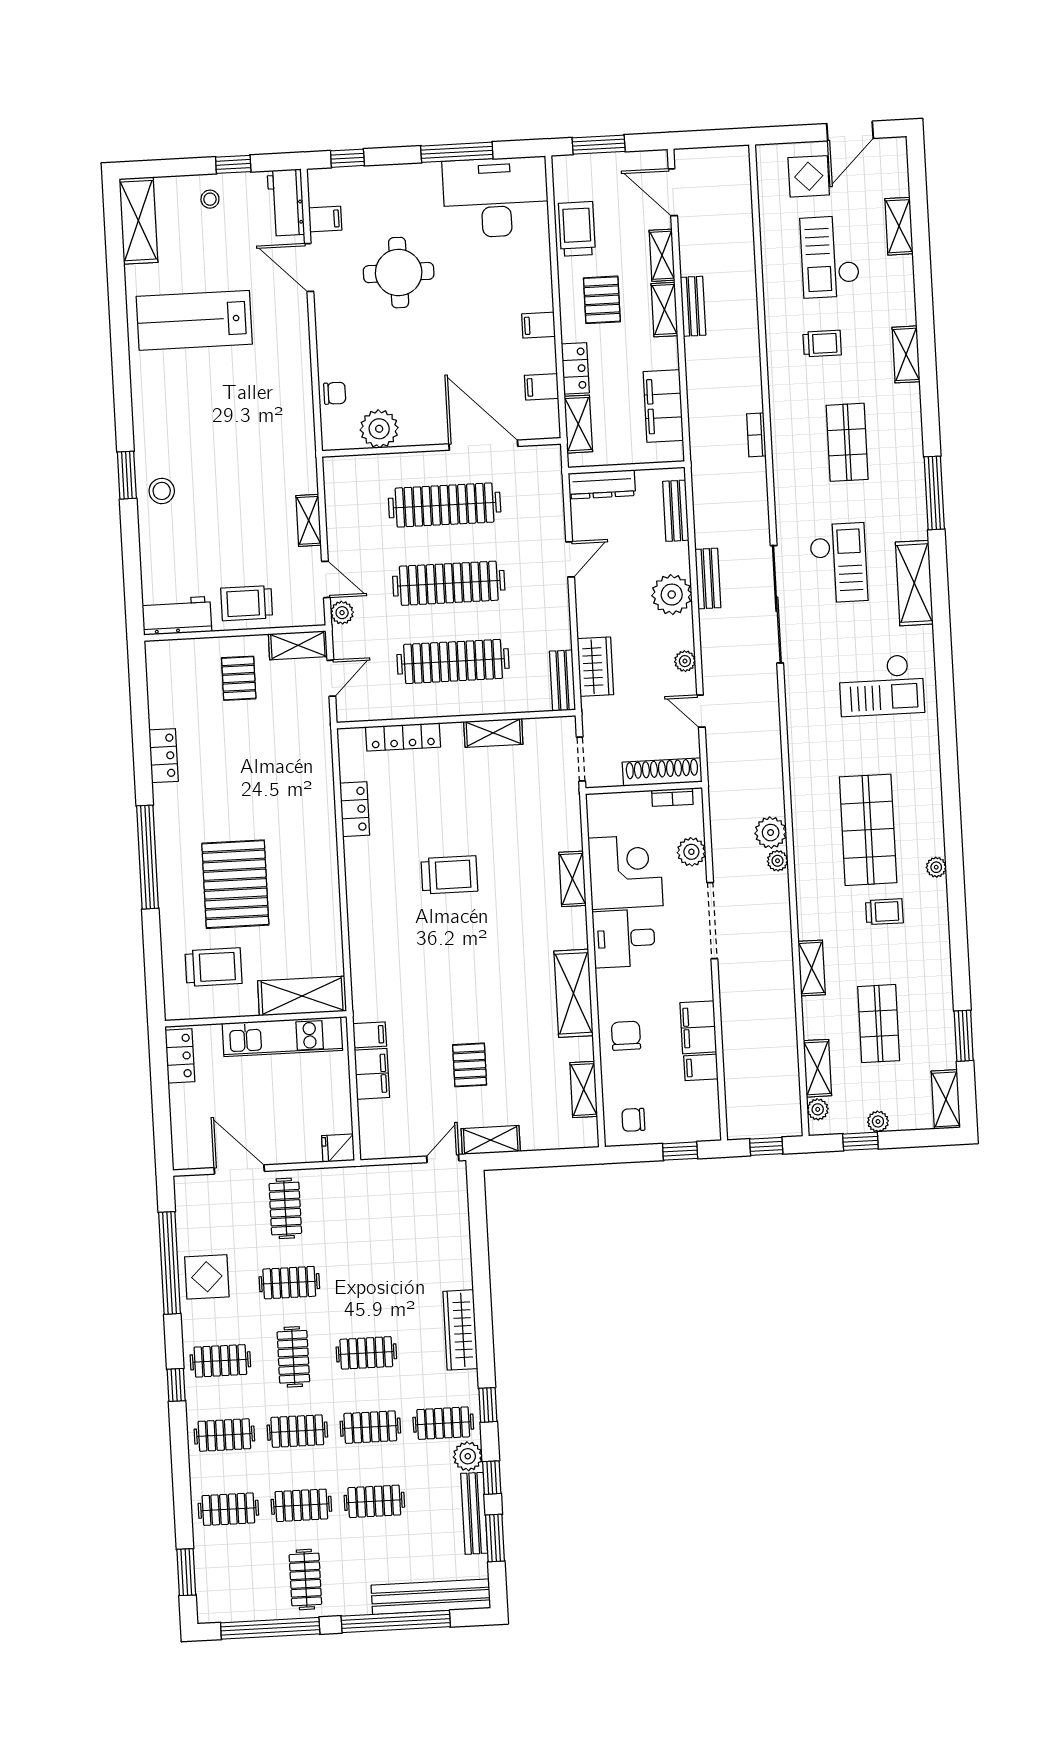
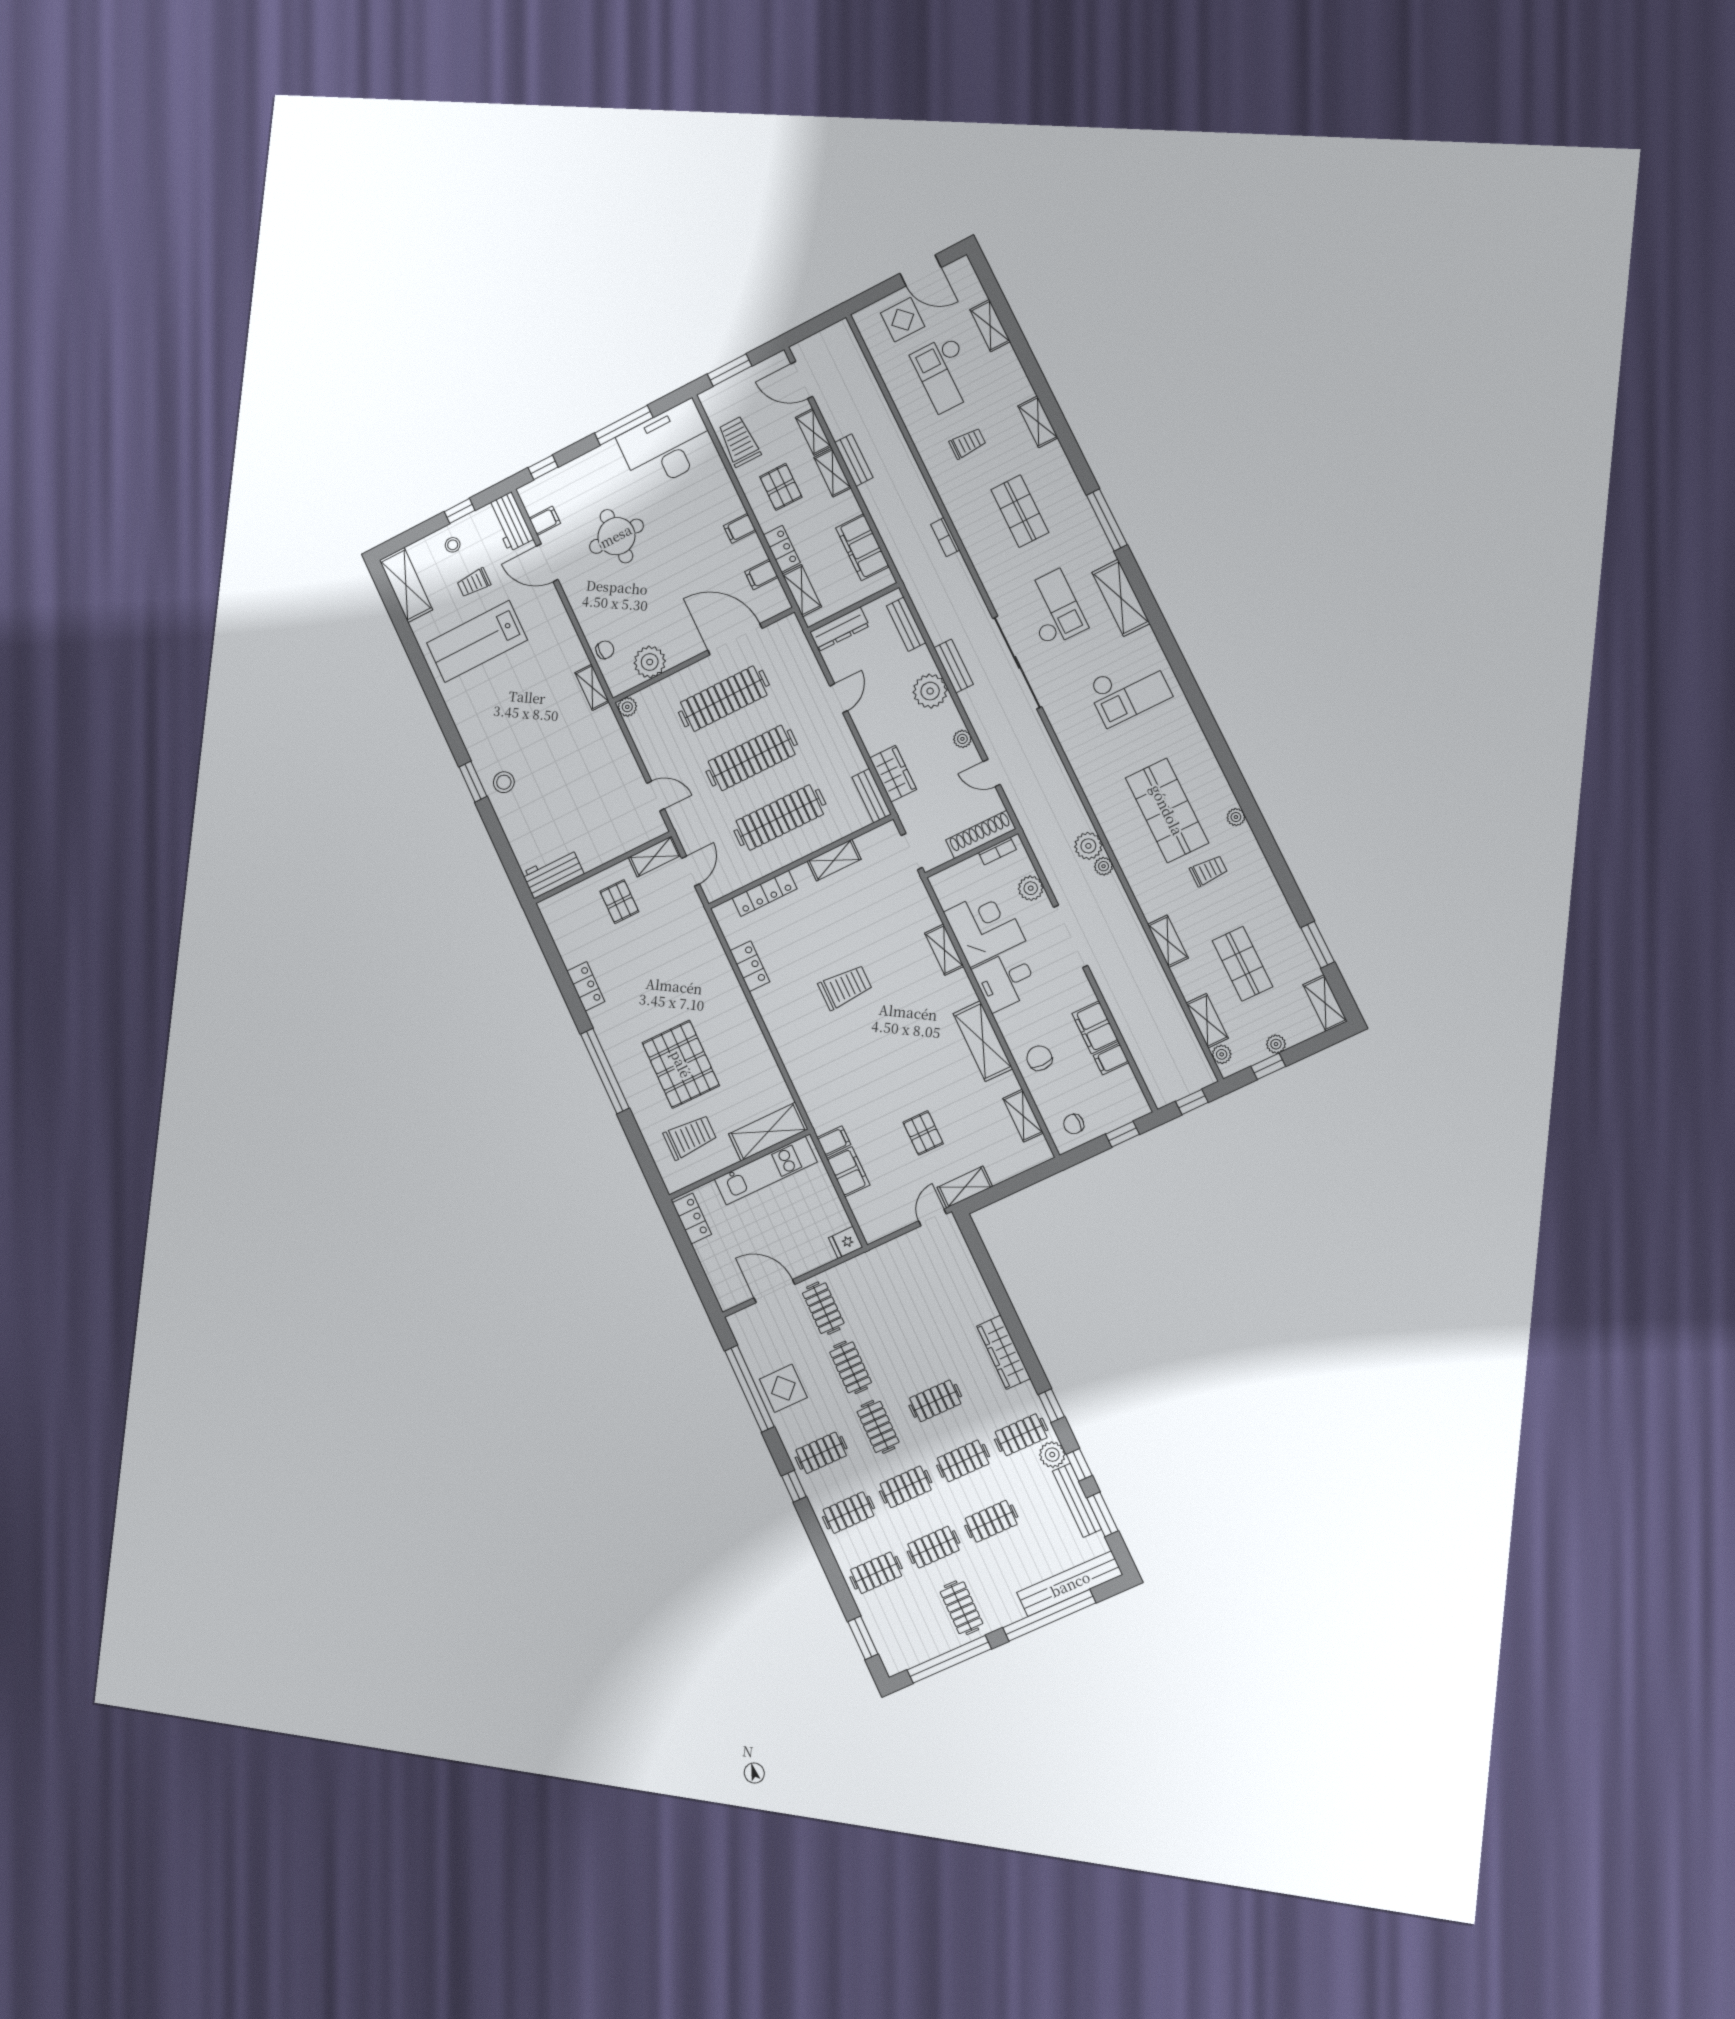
door: (850, 131) -> (920, 270), hinge flipped
shelving: (309, 520) -> (592, 687), moved
trolley: (247, 603) -> (474, 583), moved, width x0.73, depth x0.72
plant: (342, 613) -> (627, 707), moved
clothes rail: (289, 1283) -> (851, 1367), turned 90

